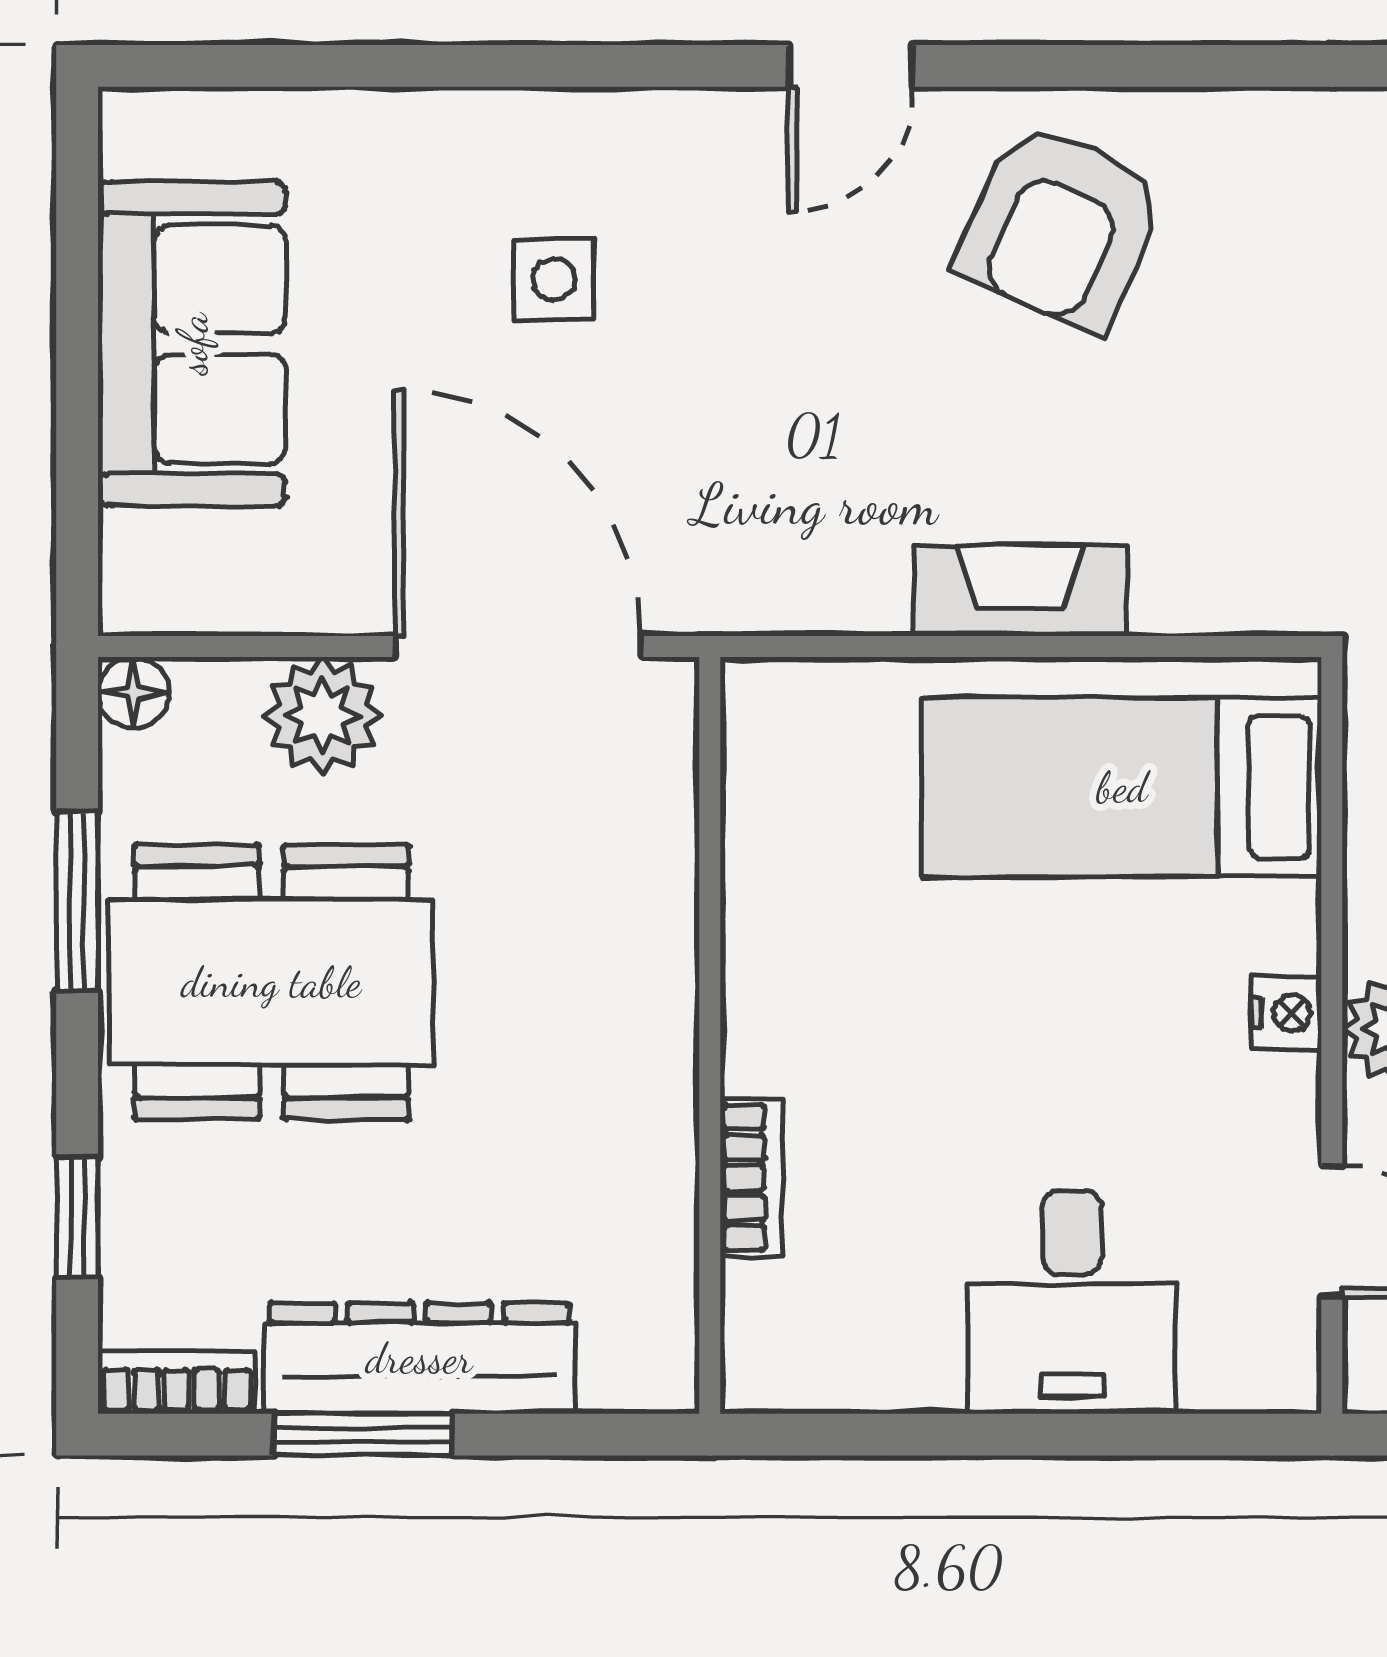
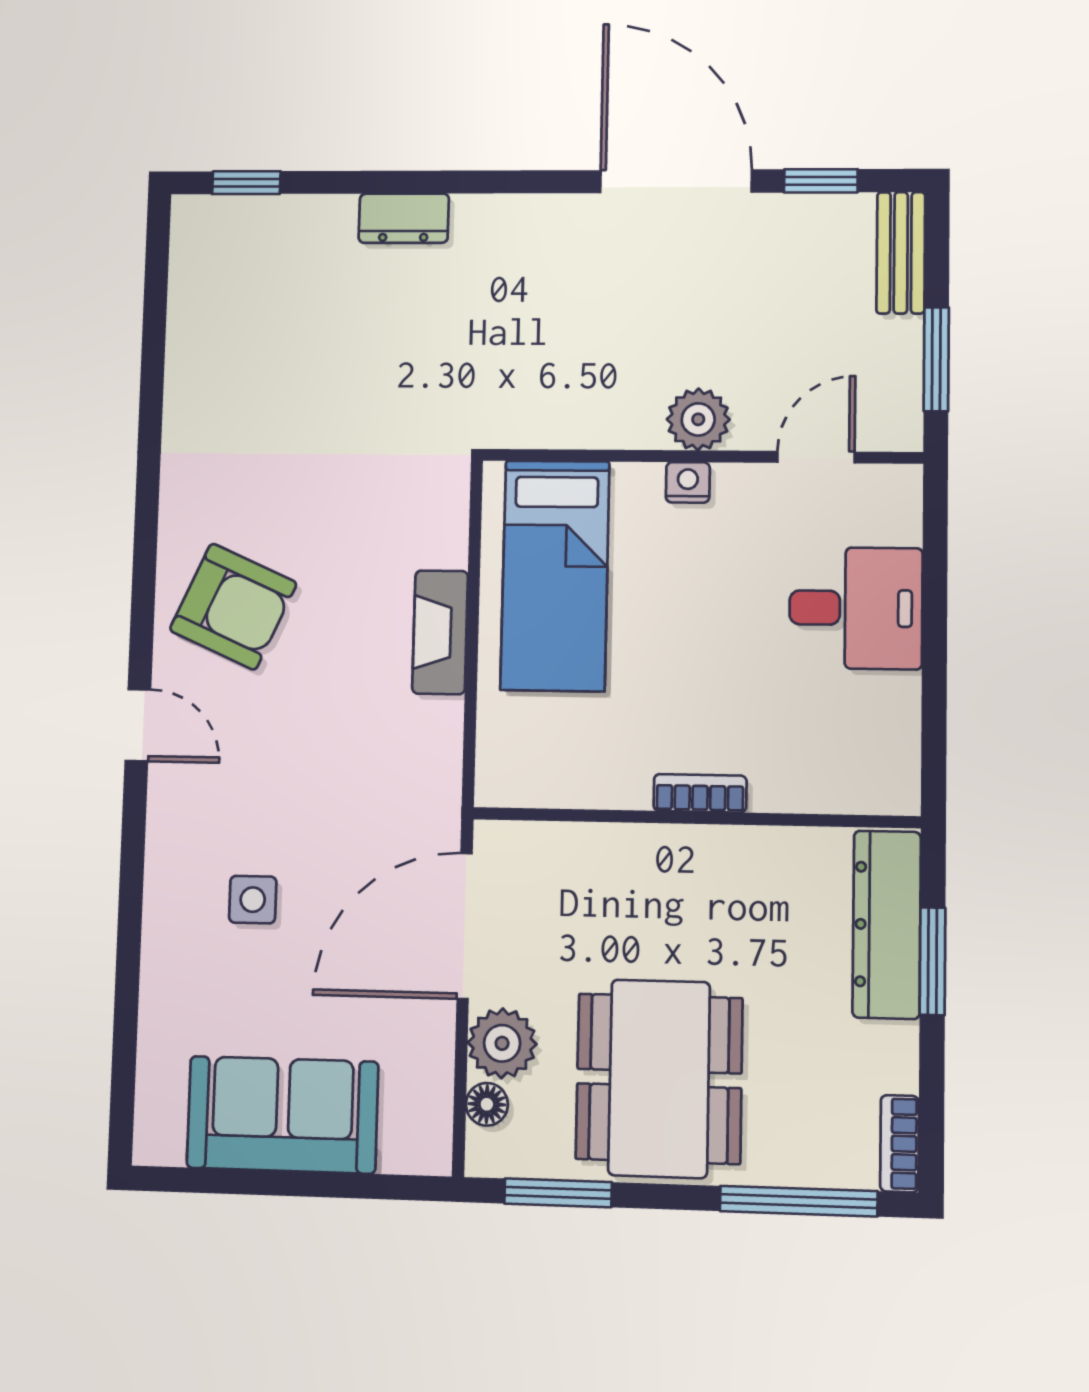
floor lamp: (133, 692) -> (487, 1104), moved
window: (77, 901) -> (558, 1193), moved
bookcase: (751, 1178) -> (700, 793), moved
window: (77, 1217) -> (799, 1201), width x2.17
dresser: (419, 1358) -> (887, 925), moved
window: (363, 1435) -> (932, 961), moved

